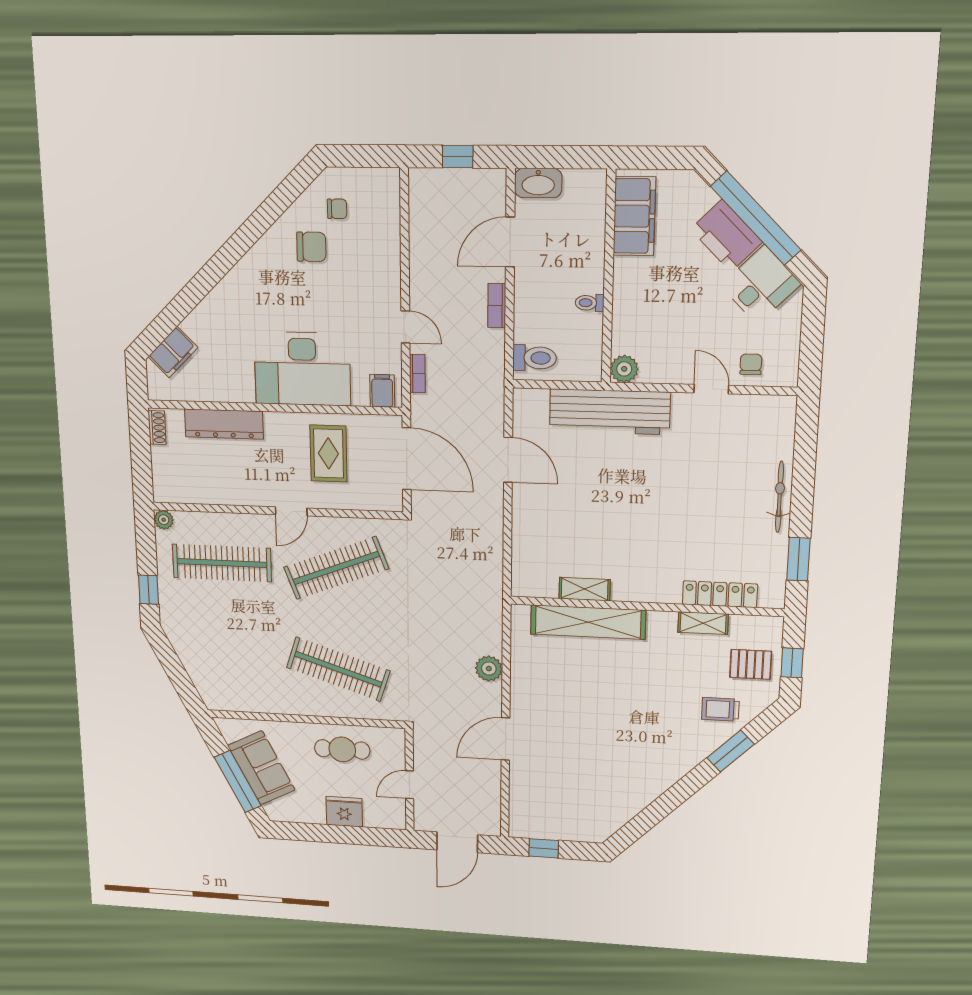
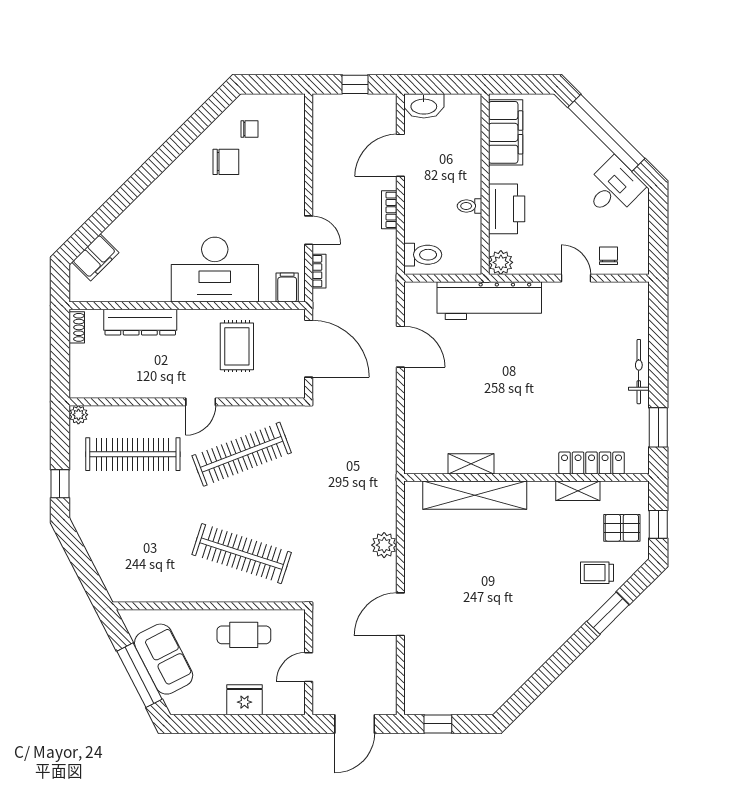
printer: (726, 236) -> (507, 209), moved, turned -135

